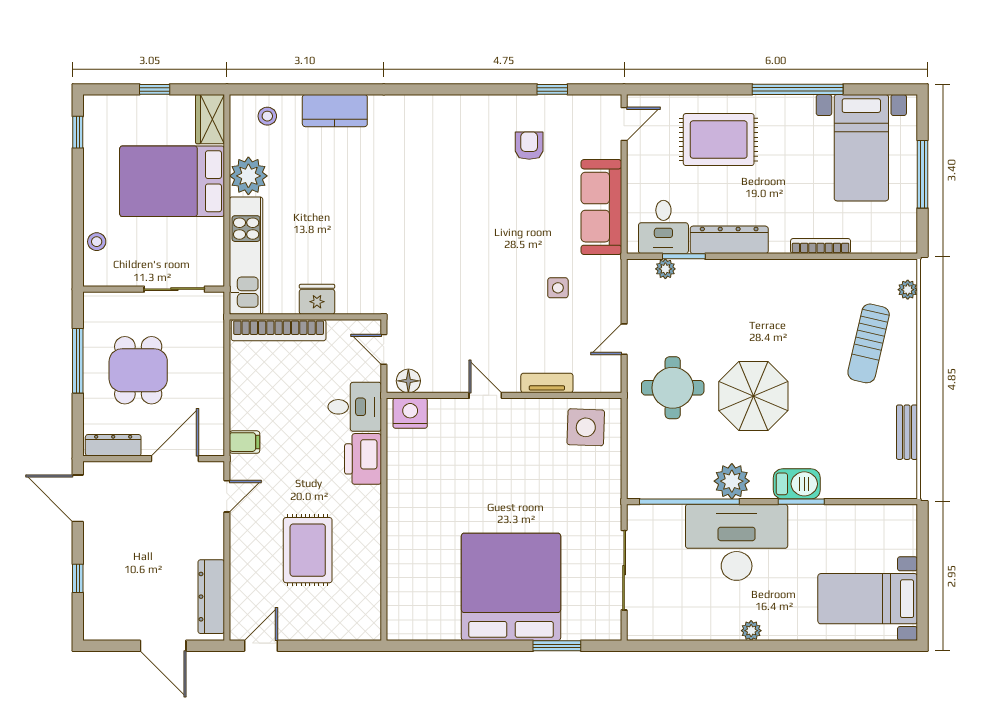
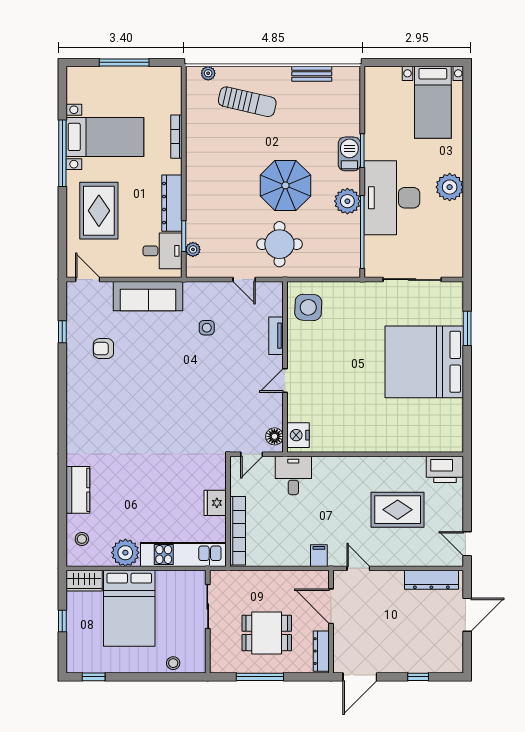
bed with nightstands: (861, 148) -> (105, 137), moved
printer: (363, 459) -> (445, 469), moved
plant: (751, 631) -> (450, 187), width x1.88, depth x1.88

